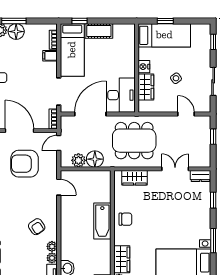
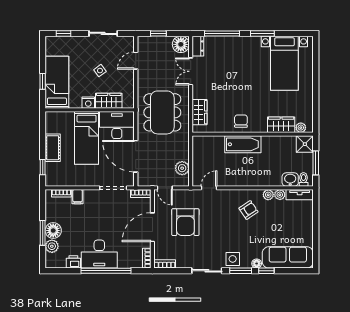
bed: (72, 50) -> (87, 138), moved, turned 90
floor lamp: (95, 159) -> (181, 44), moved
window: (213, 200) -> (222, 33), width x2.17

